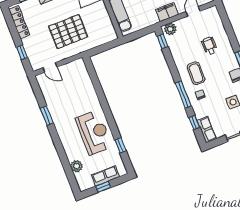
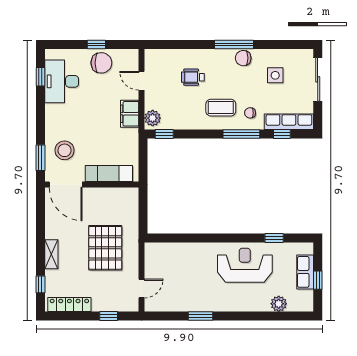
row of seats: (207, 130) -> (289, 122), width x1.48

